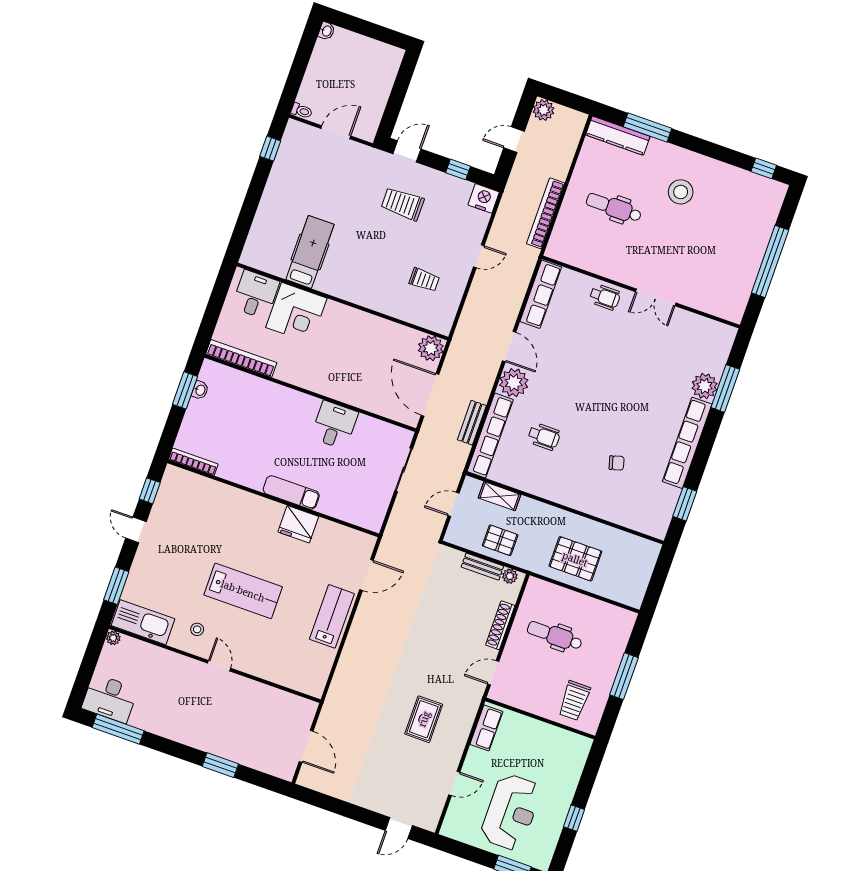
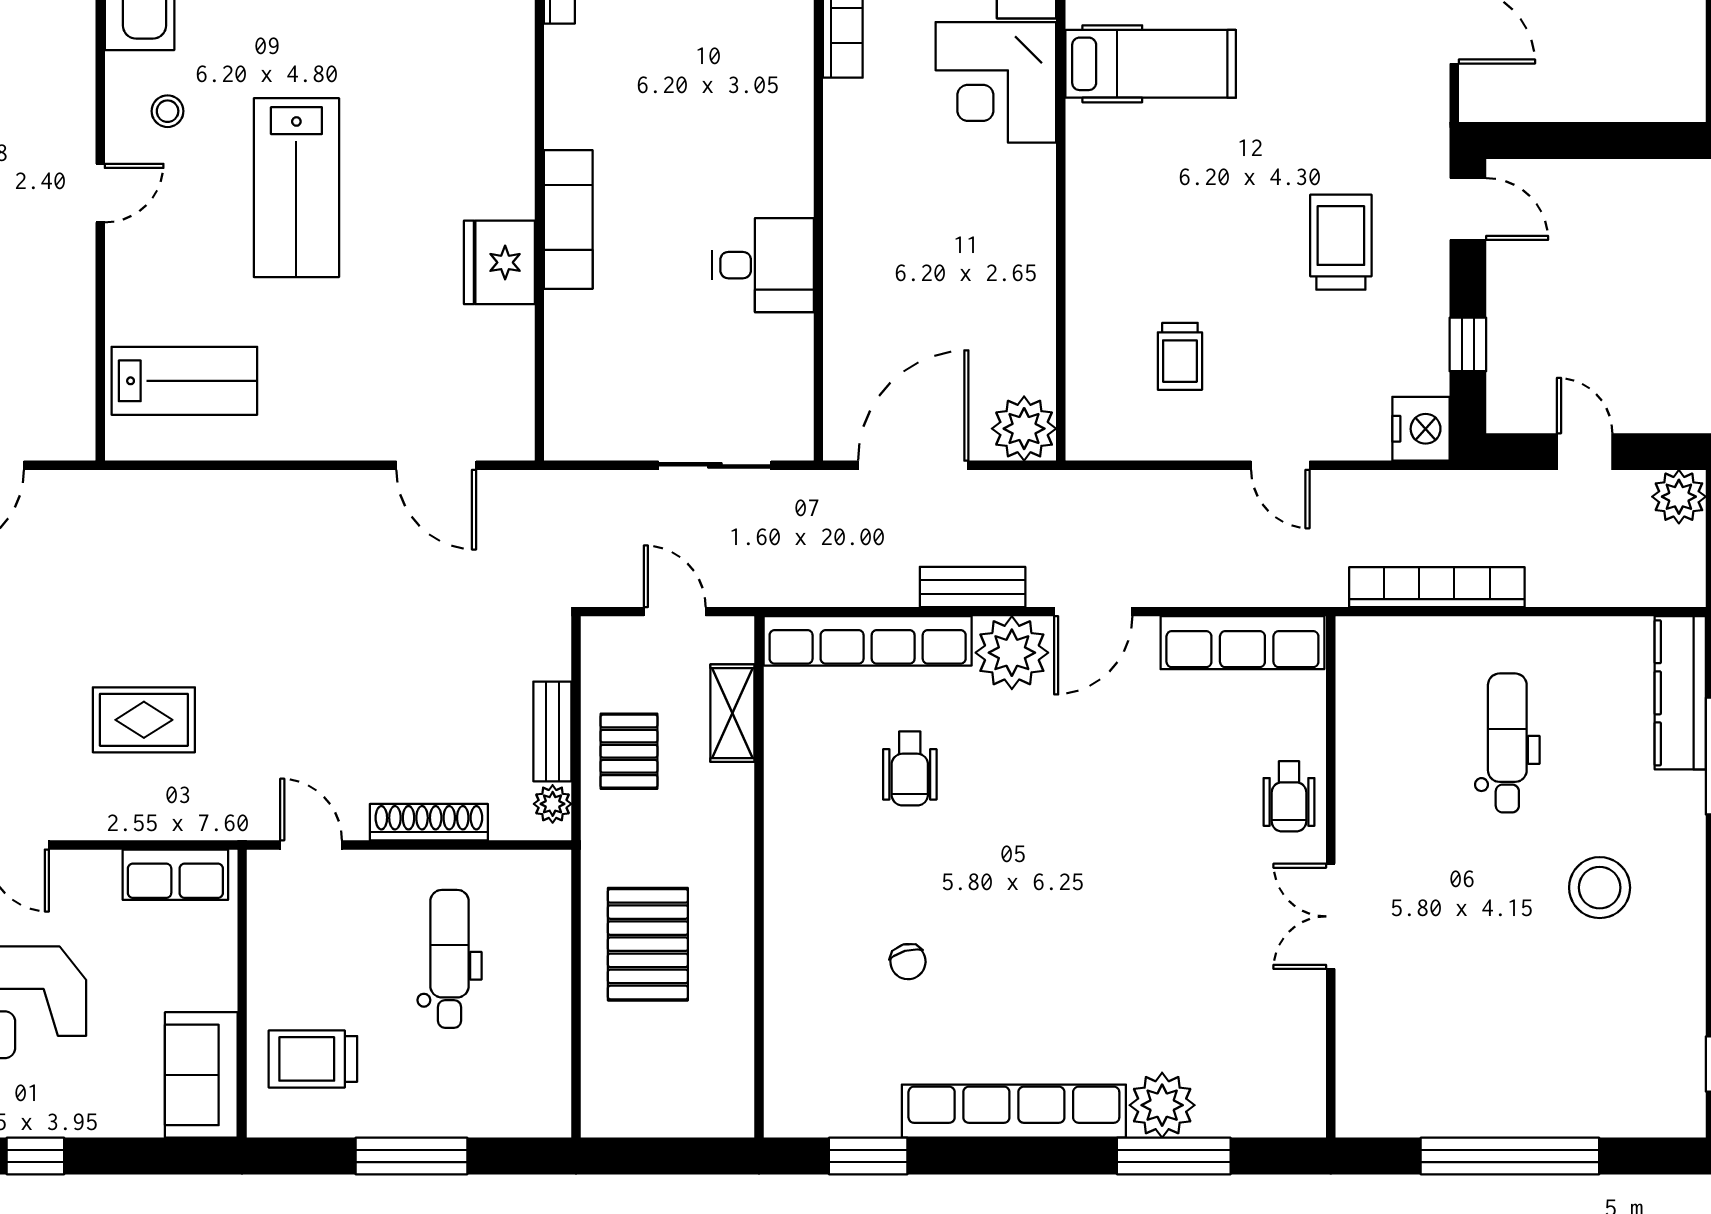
bench: (472, 423) -> (973, 587), moved
lab bench: (332, 616) -> (184, 381), moved
sofa: (565, 745) -> (201, 1075), added

